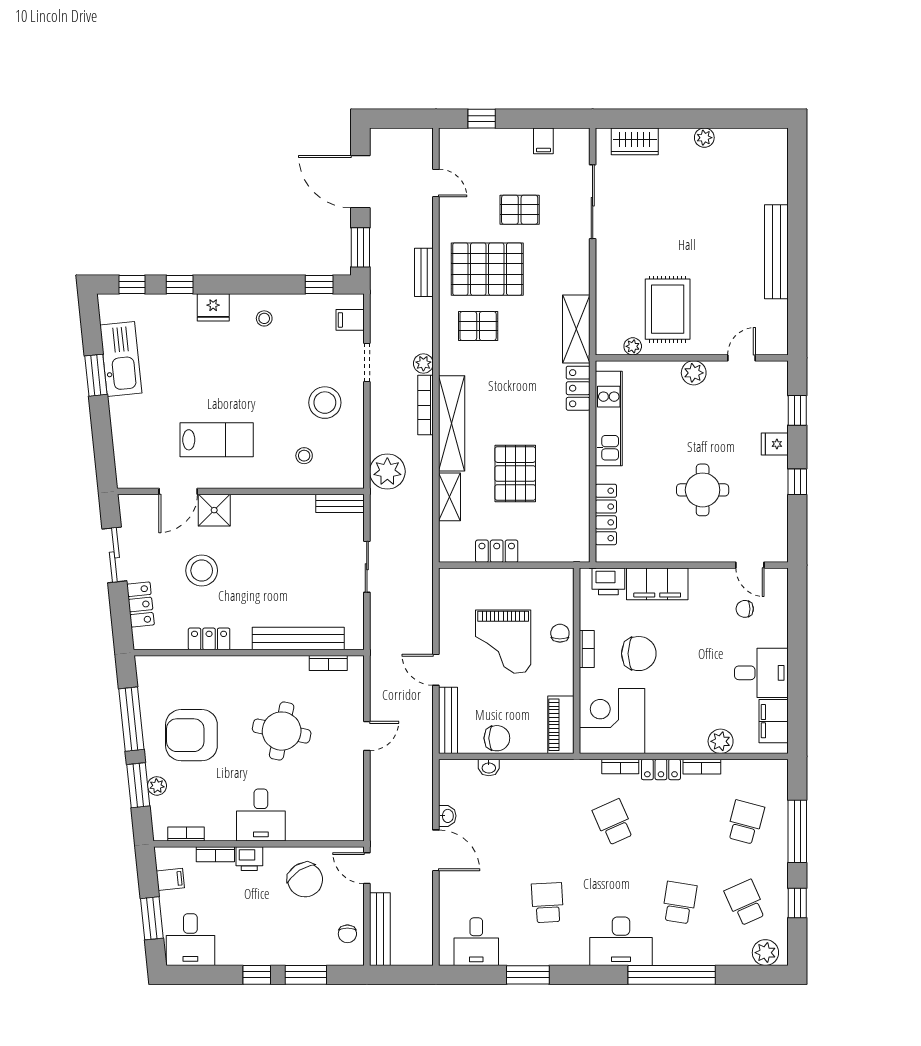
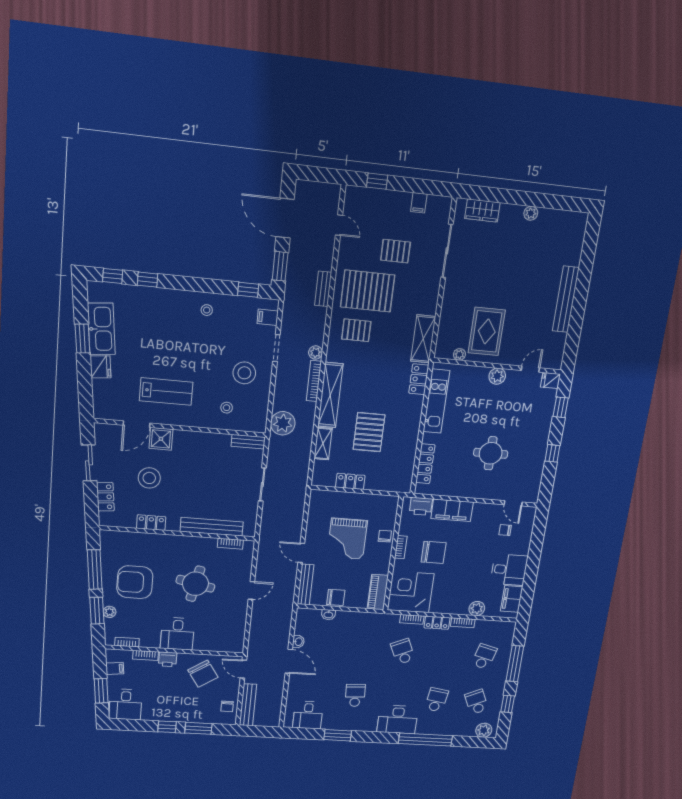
fridge: (213, 307) -> (100, 367), moved, turned -96
fridge: (775, 444) -> (550, 380), moved

